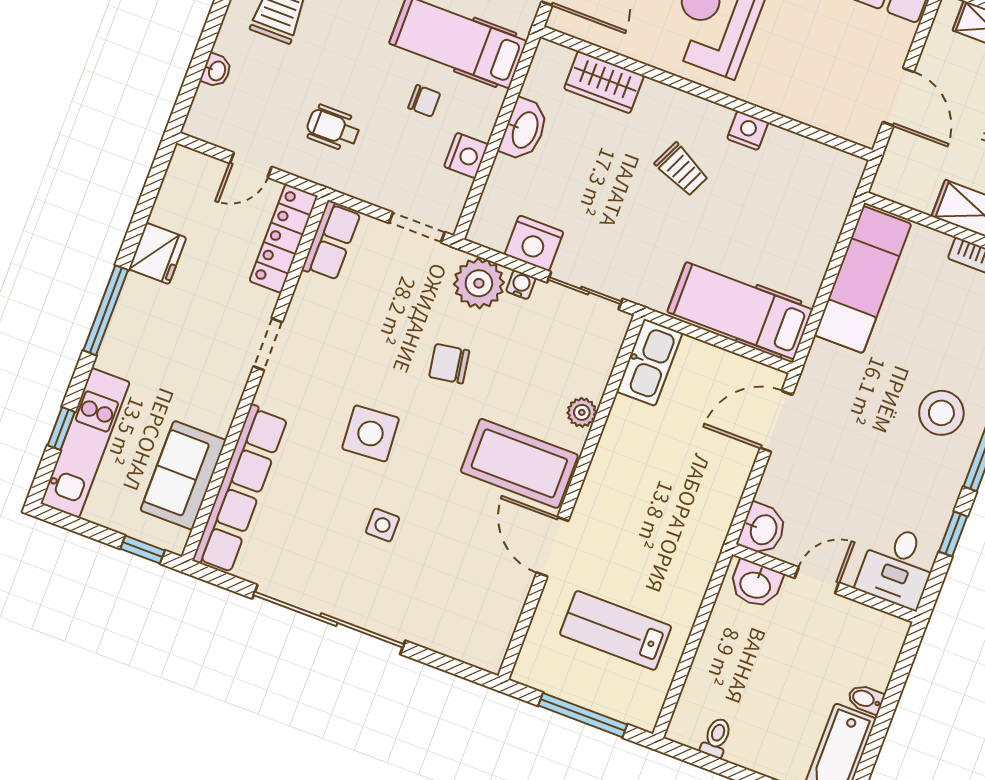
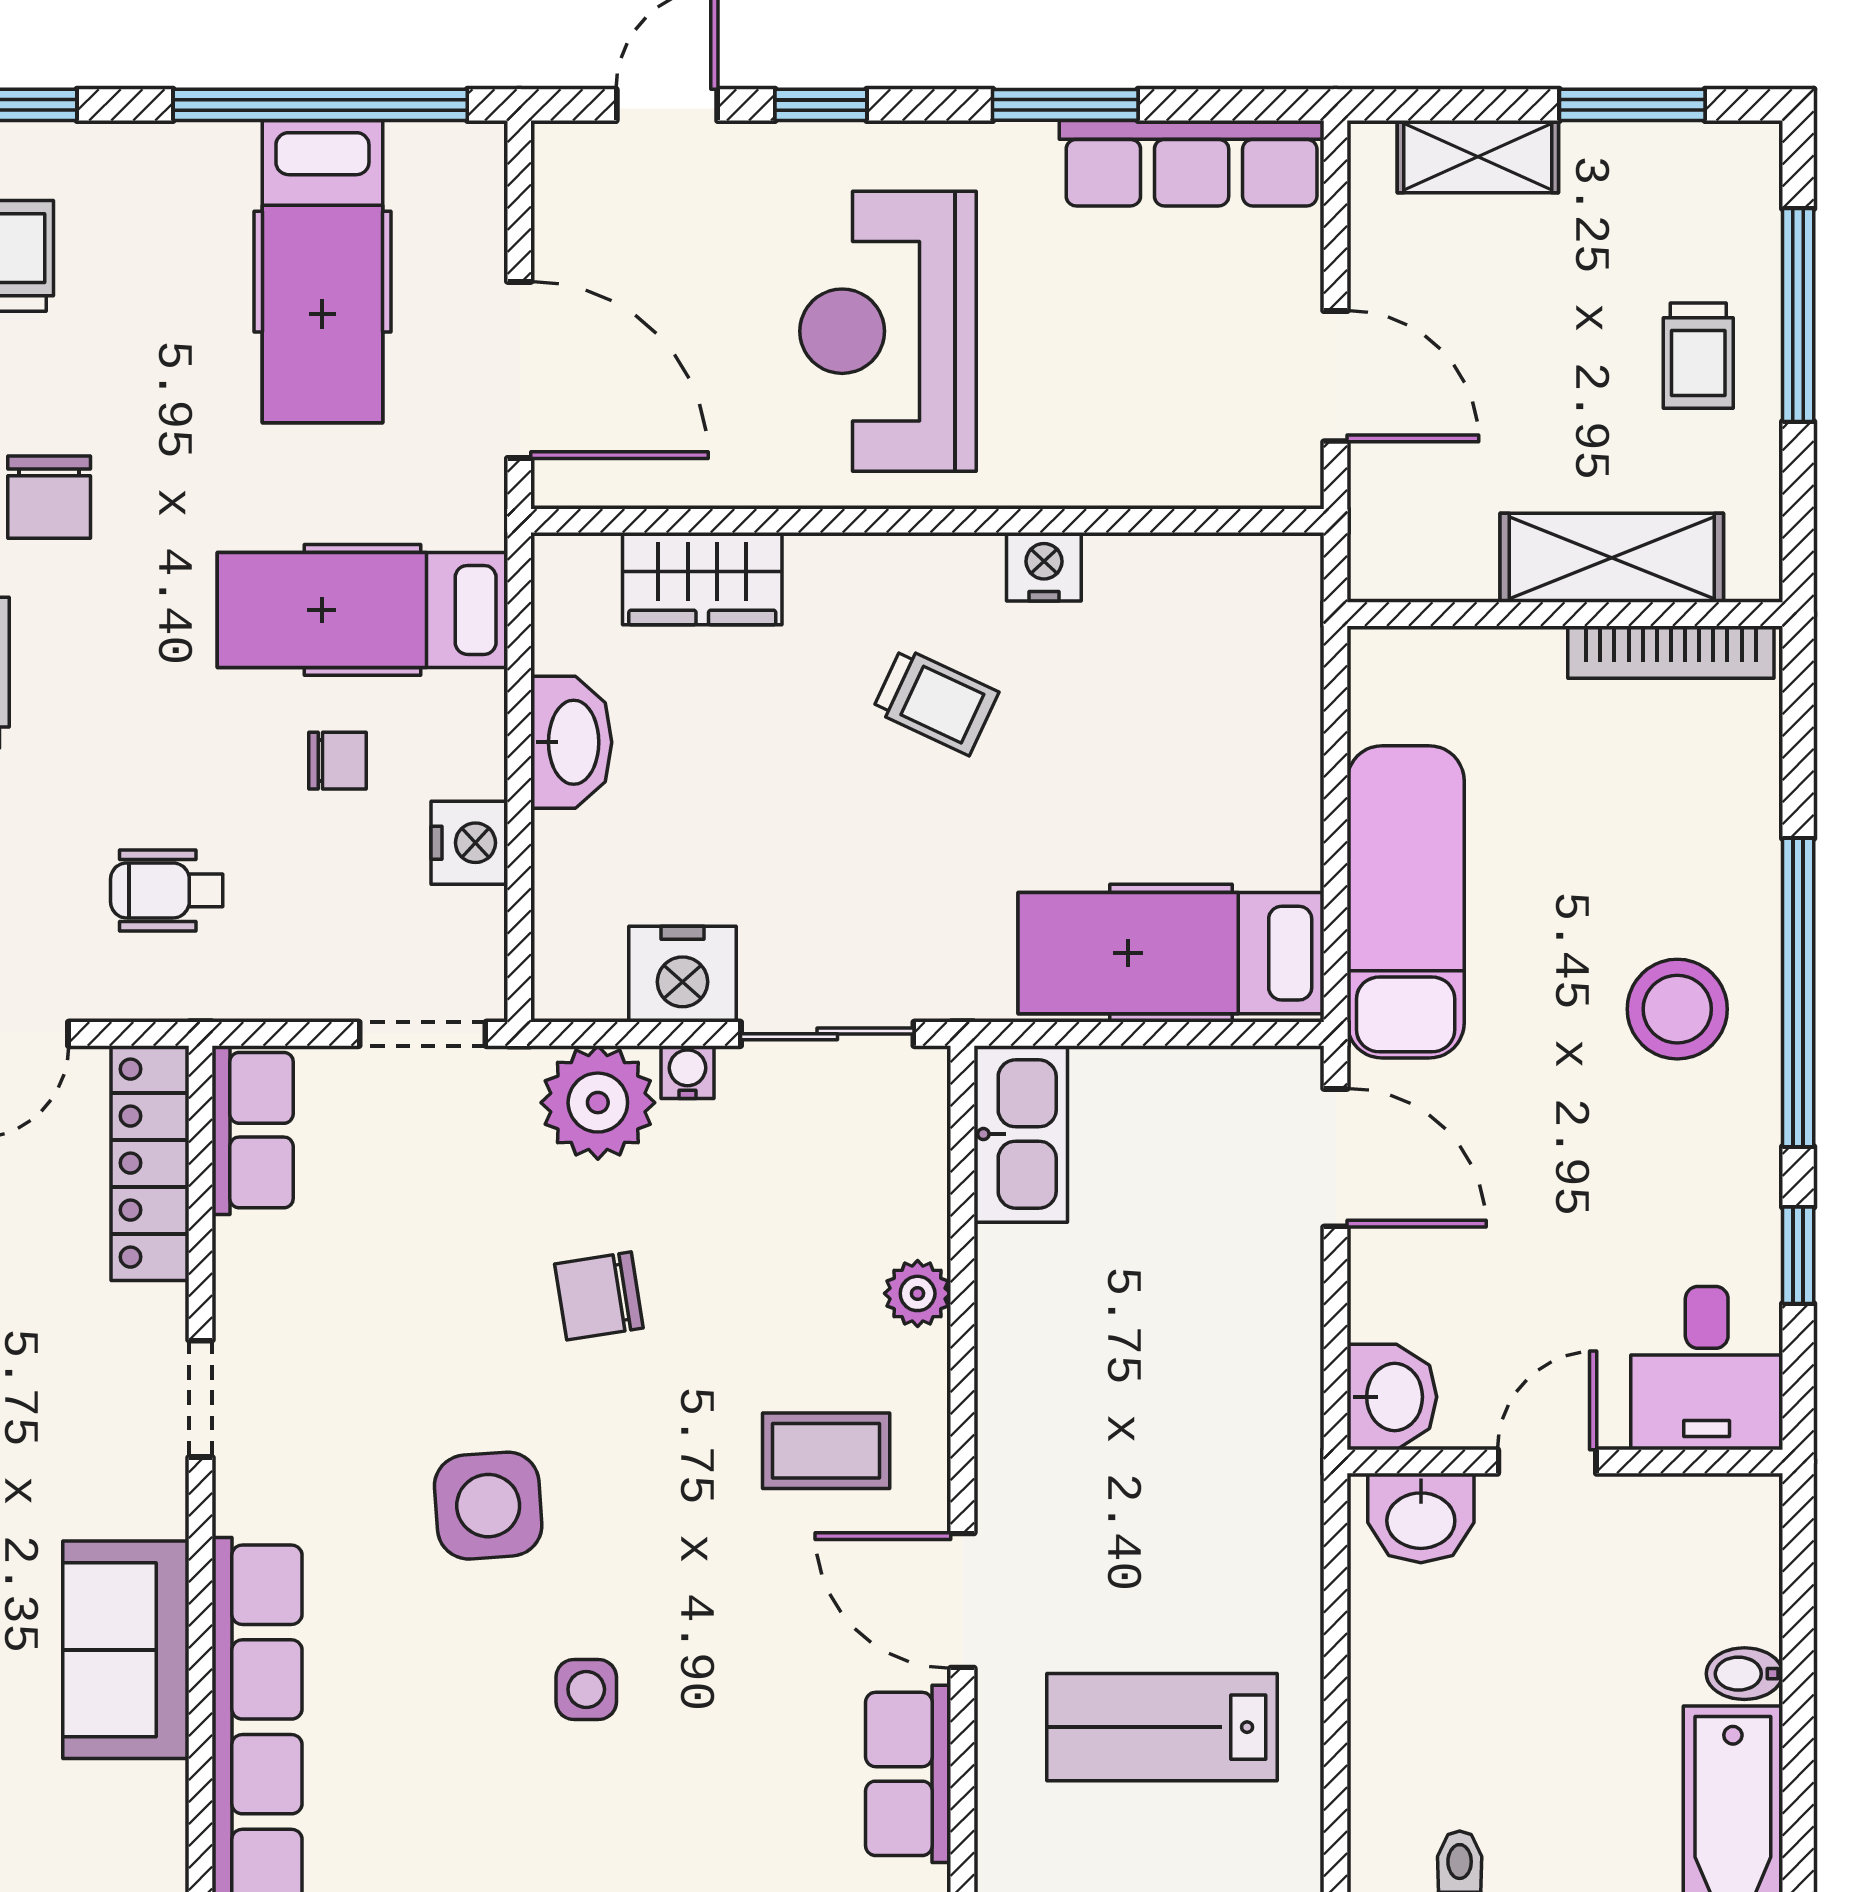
exam couch: (863, 279) -> (1406, 902), moved
door: (776, 421) -> (1336, 1158), swing flipped
coffee table: (519, 463) -> (826, 1451), width x0.54, depth x0.58
sofa: (183, 475) -> (126, 1650), moved
row of seats: (503, 610) -> (908, 1774), added

